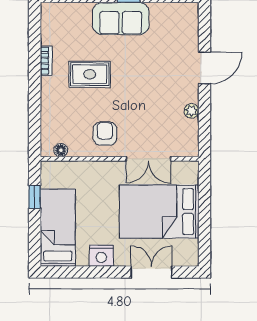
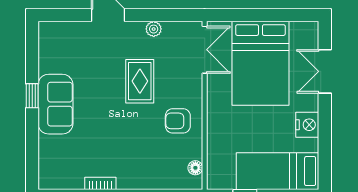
rug: (90, 74) -> (140, 81), moved
double door: (148, 159) -> (205, 50), moved

